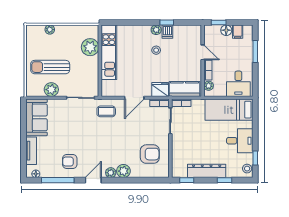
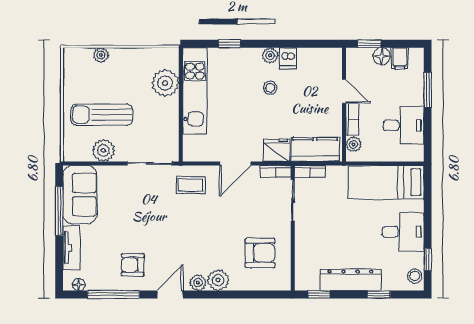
window: (167, 22) -> (229, 44), moved
desk: (238, 84) -> (404, 125), moved, turned -90
window: (23, 128) -> (59, 211), added

